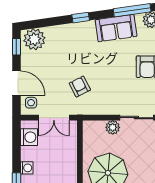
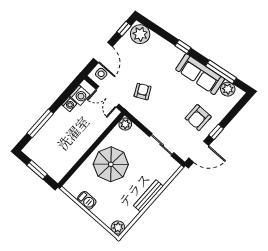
sofa: (116, 28) -> (200, 74), width x1.36
plant: (113, 127) -> (125, 124), moved
washing machine: (27, 168) -> (69, 104), moved

